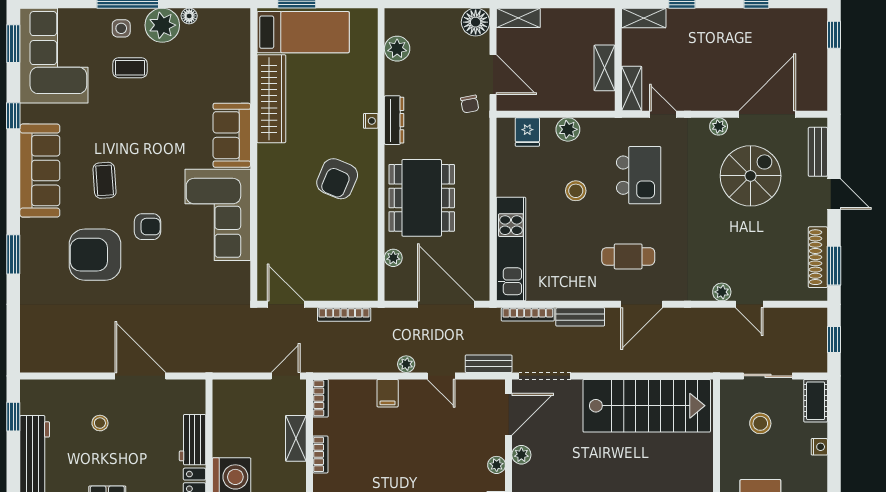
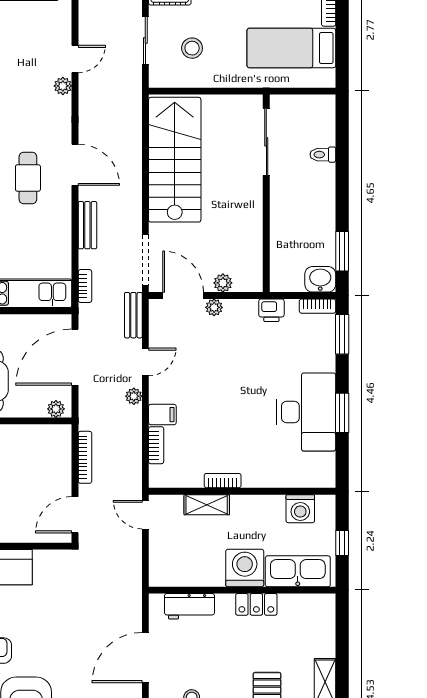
plant: (393, 258) -> (56, 409), moved
bookcase: (528, 314) -> (85, 286), width x0.64
bookcase: (321, 398) -> (156, 445), moved, turned 90
workbench: (193, 440) -> (189, 606), moved
plant: (497, 465) -> (214, 307), moved

